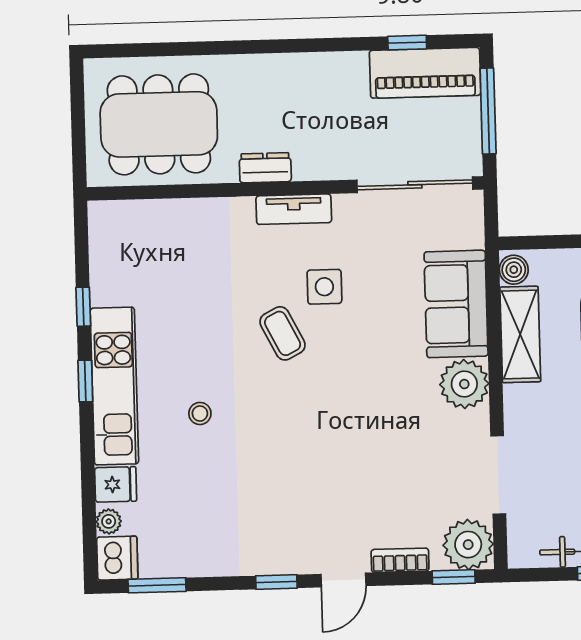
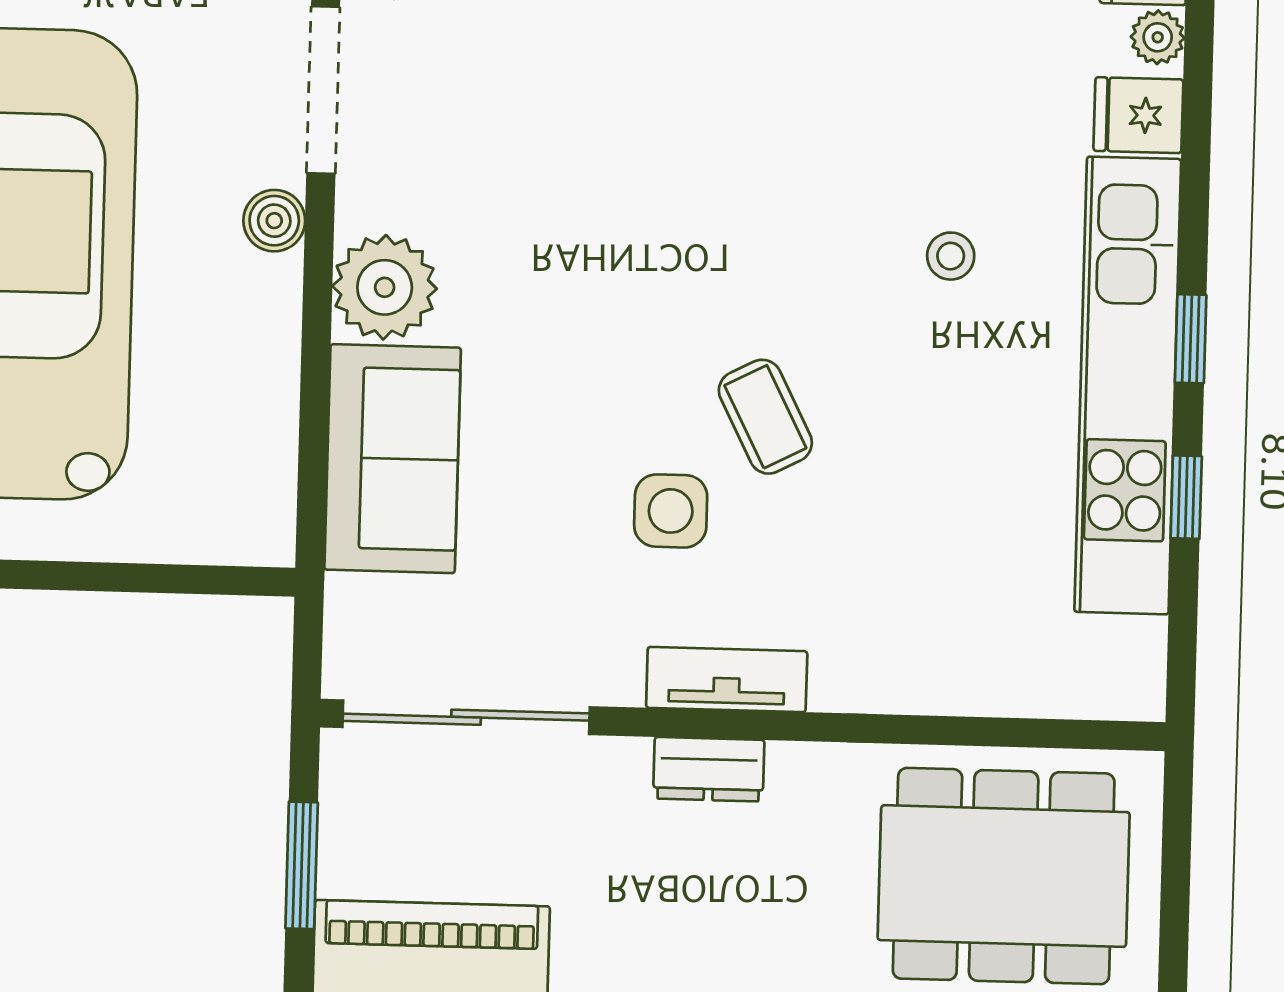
window: (488, 111) -> (302, 865), width x0.69
dresser: (265, 168) -> (709, 769), moved
boiler: (514, 270) -> (274, 221), moved
shelving: (520, 334) -> (260, 386), removed
kitchen unit: (114, 386) -> (1128, 385), width x1.36

